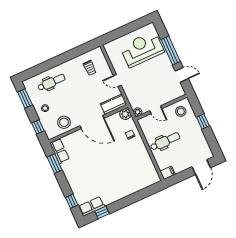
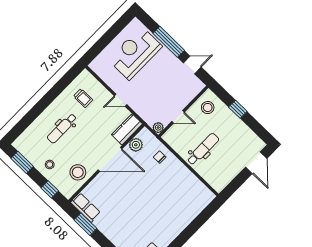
dental chair: (51, 82) -> (62, 128), moved, turned 180
plant: (125, 114) -> (136, 145), moved
filing cabinet: (168, 173) -> (220, 184), removed

